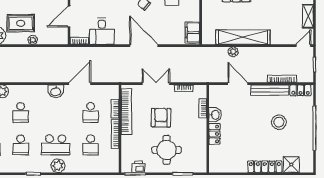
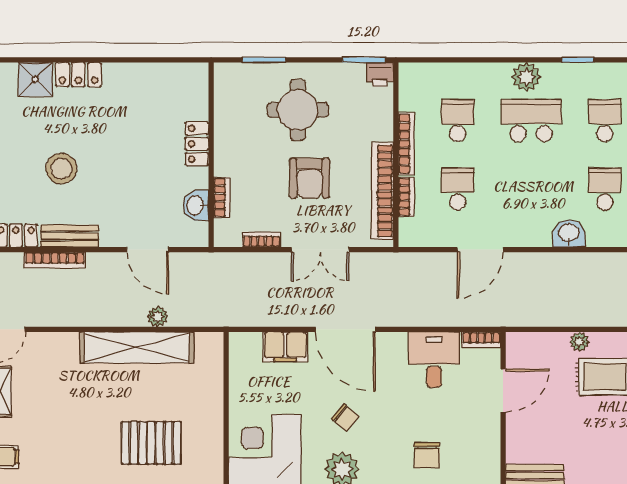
filing cabinet: (192, 33) -> (285, 347), moved, turned 90
bench: (270, 90) -> (70, 236), width x0.73
washbasin: (56, 91) -> (569, 233), moved
washbasin: (215, 115) -> (196, 205), moved
printer: (138, 167) -> (380, 75), moved
locker: (265, 167) -> (78, 75), width x0.66

